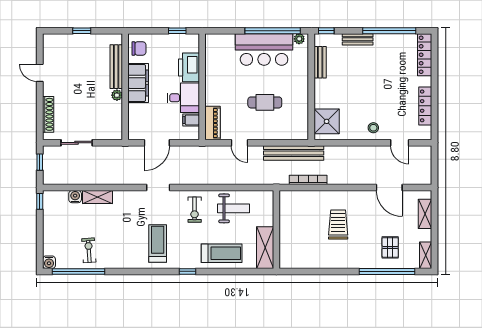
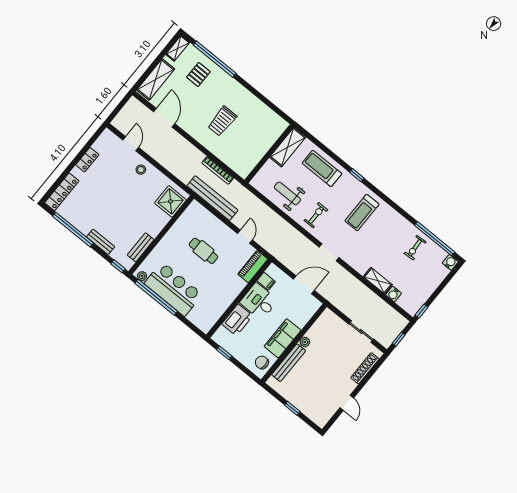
locker: (425, 106) -> (87, 160), width x0.66
shelving: (425, 214) -> (156, 80), width x1.50, depth x1.33

